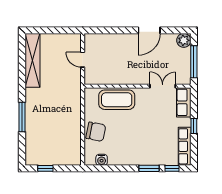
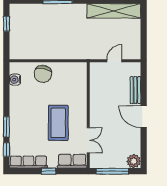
door: (149, 30) -> (144, 117), moved
bench: (112, 39) -> (135, 90), added
coffee table: (117, 100) -> (58, 123), moved

